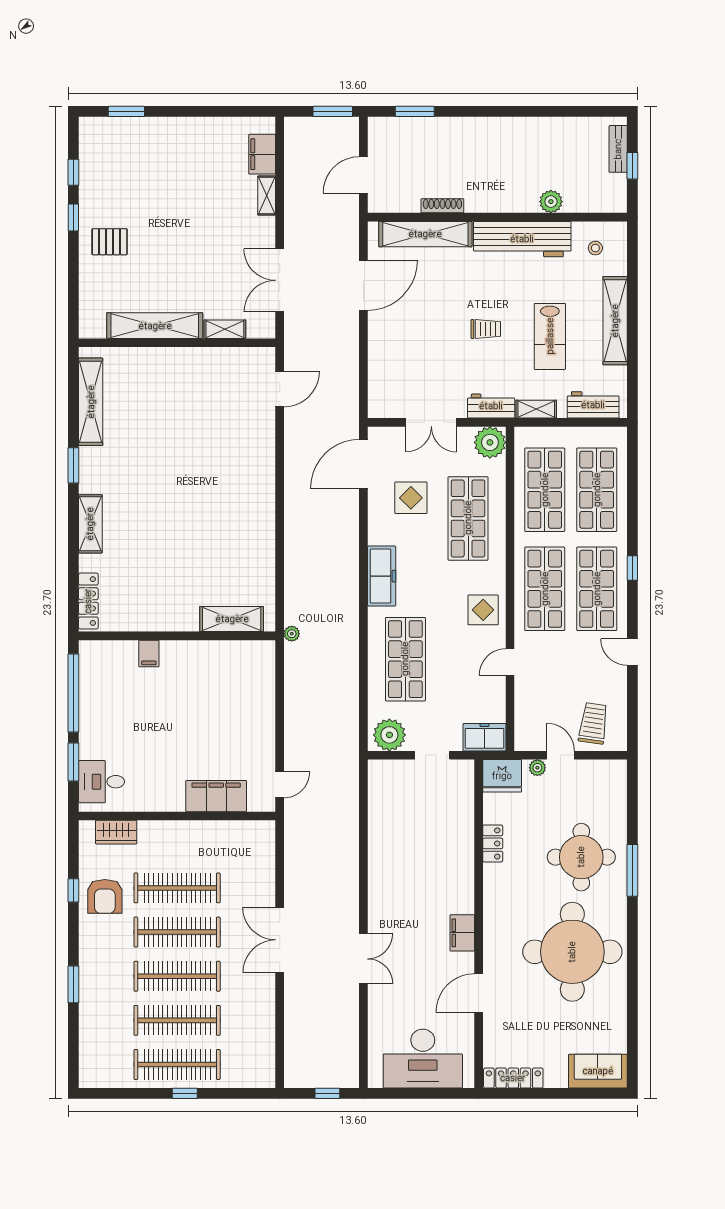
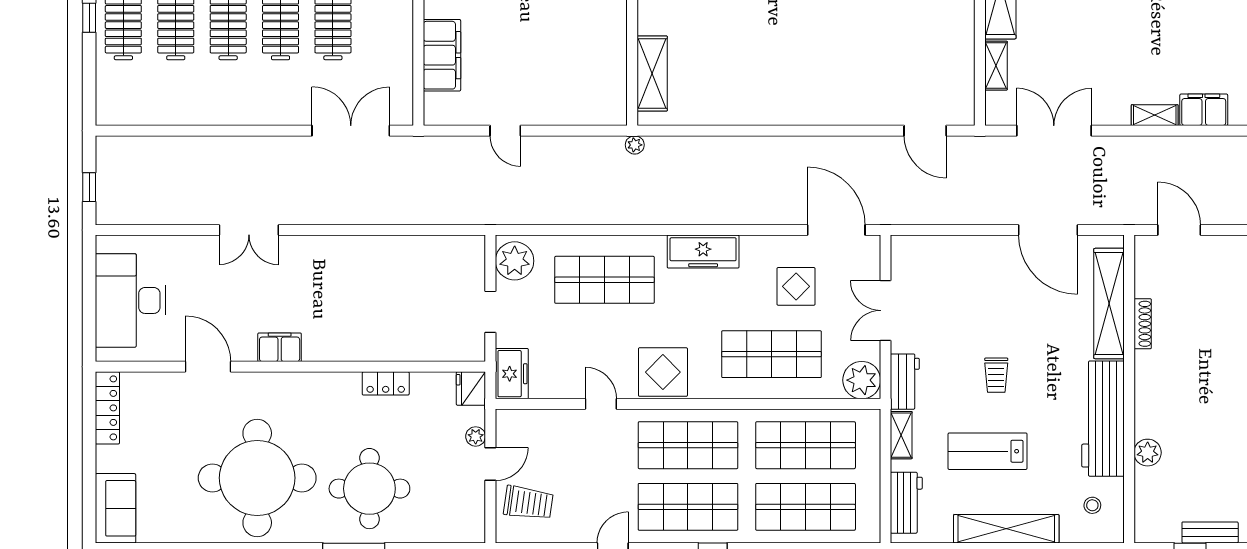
display table: (483, 610) -> (663, 372), width x1.36, depth x1.36
fridge: (502, 776) -> (471, 389), width x0.73, depth x0.75
door: (280, 785) -> (505, 131), moved
double door: (280, 940) -> (351, 131), moved

